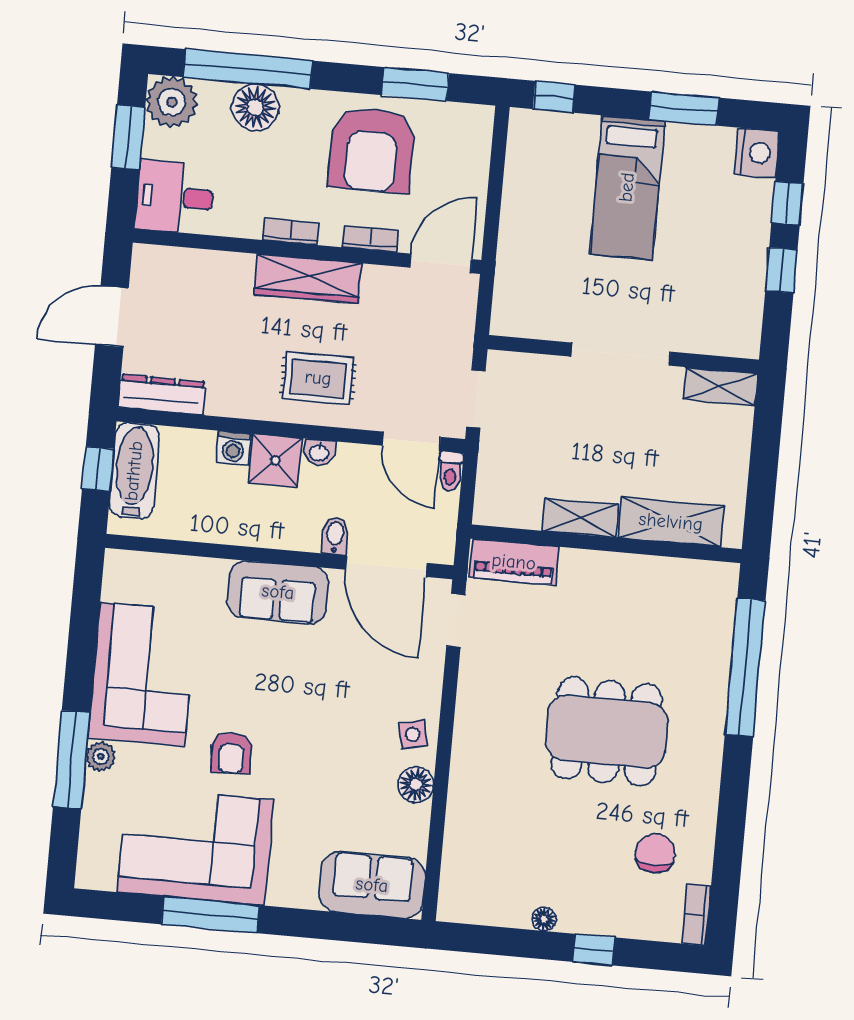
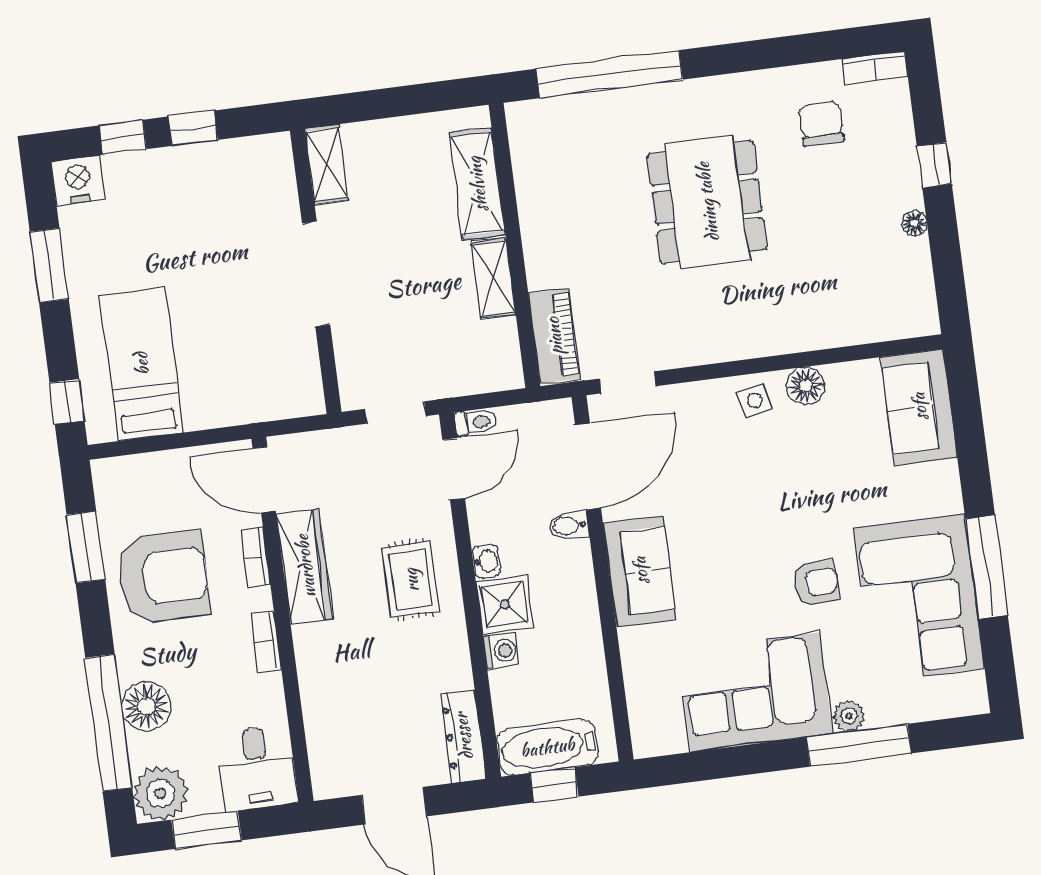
bed: (627, 187) -> (141, 364), moved, turned -90
wardrobe: (308, 279) -> (305, 566), moved
chair: (655, 853) -> (821, 124), turned 90

